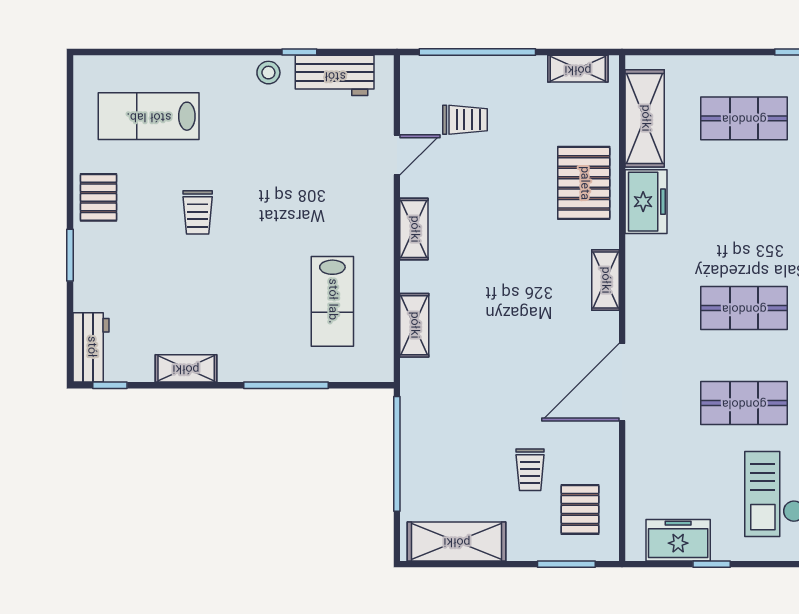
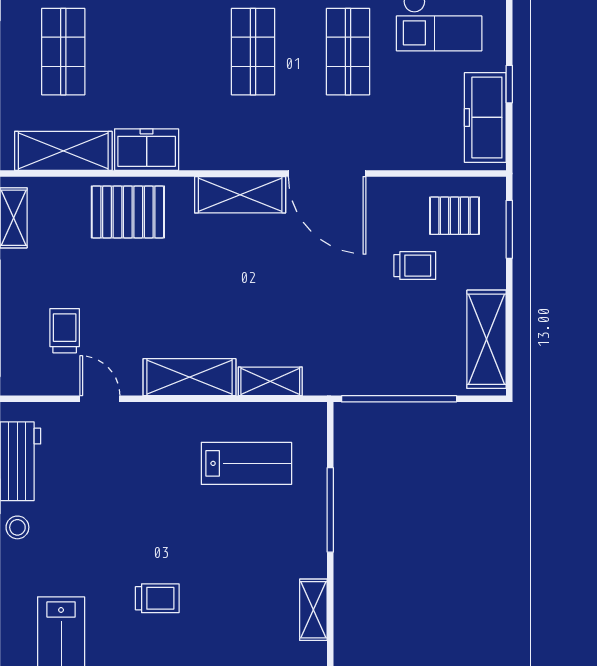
shelving: (414, 229) -> (189, 377), width x1.50, depth x1.33
shelving: (605, 280) -> (240, 195), width x1.50, depth x1.33
freezer: (678, 540) -> (485, 117), width x1.40

